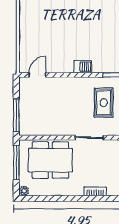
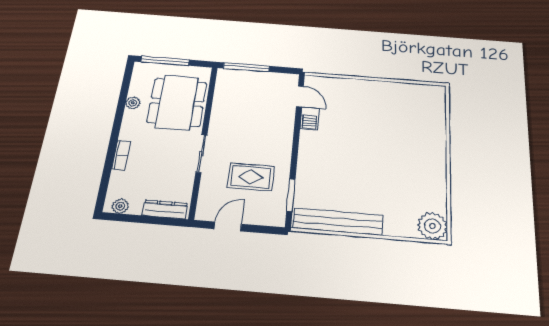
barbecue: (83, 67) -> (310, 119), moved
window: (16, 163) -> (165, 61), moved
plant: (24, 191) -> (133, 103), moved

